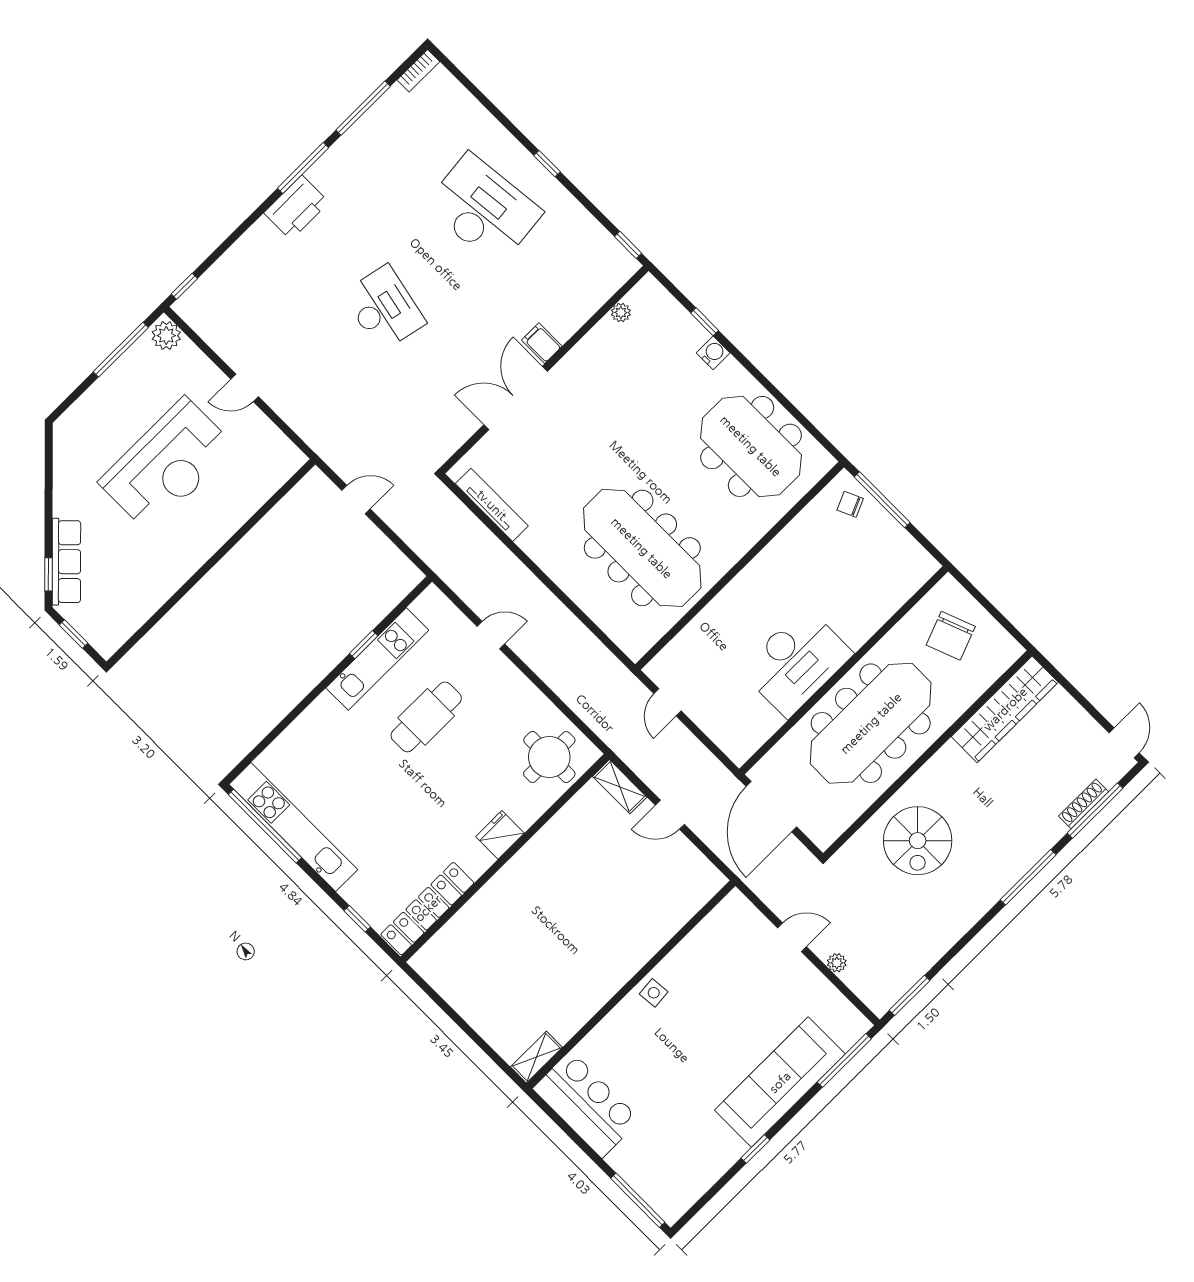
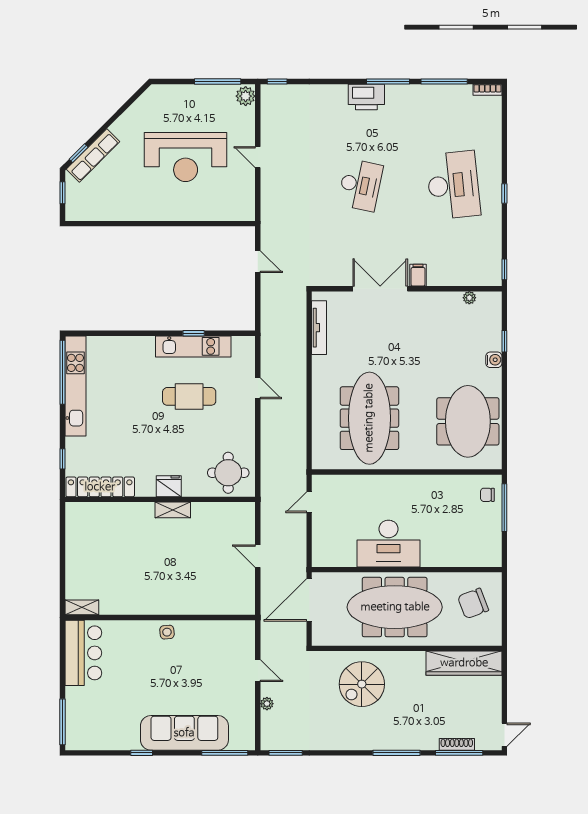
chair: (850, 504) -> (487, 495), turned -66
shelving: (620, 787) -> (173, 510), moved, turned 90

